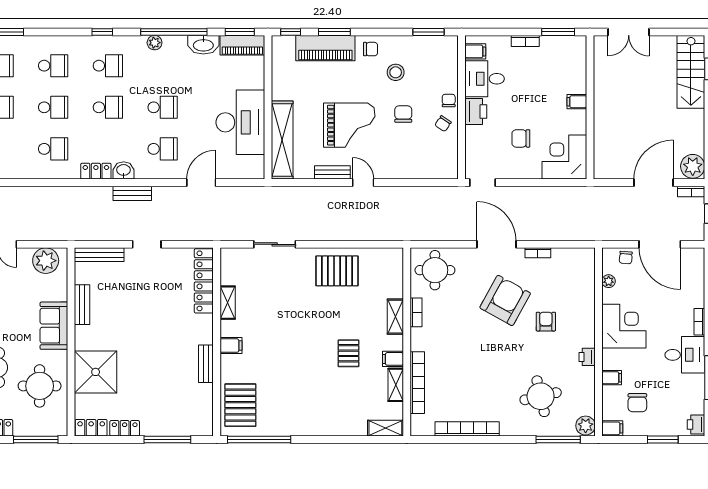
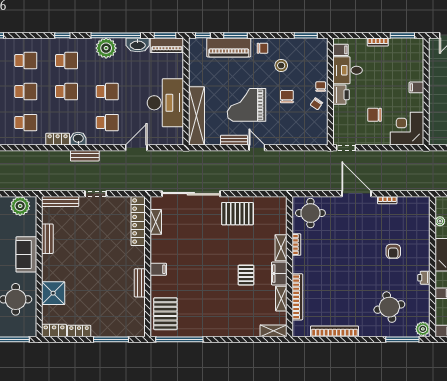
plant: (155, 43) -> (106, 48), width x1.88, depth x1.88
grand piano: (349, 125) -> (247, 105), turned 180
sliding door: (275, 244) -> (191, 194), width x1.86
armchair: (505, 300) -> (363, 236), removed
shelving: (228, 303) -> (156, 222), moved
armchair: (546, 322) -> (393, 251), turned 180
filing cabinet: (393, 359) -> (279, 273), width x2.00
shower: (96, 372) -> (53, 293), width x0.73, depth x0.73

